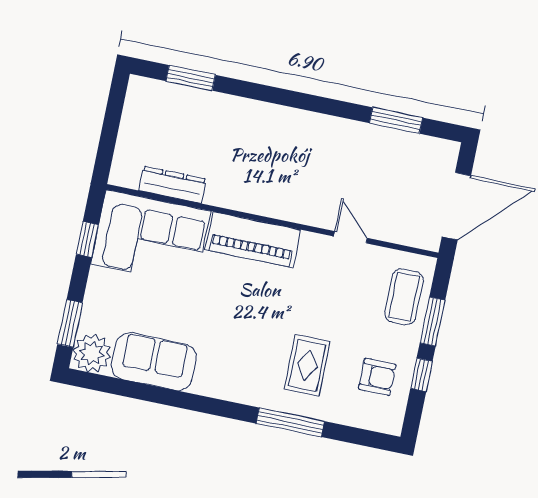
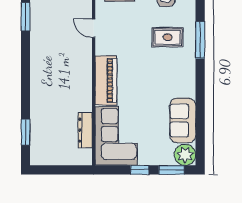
door: (350, 237) -> (94, 28), hinge flipped
window: (87, 239) -> (140, 170), moved

